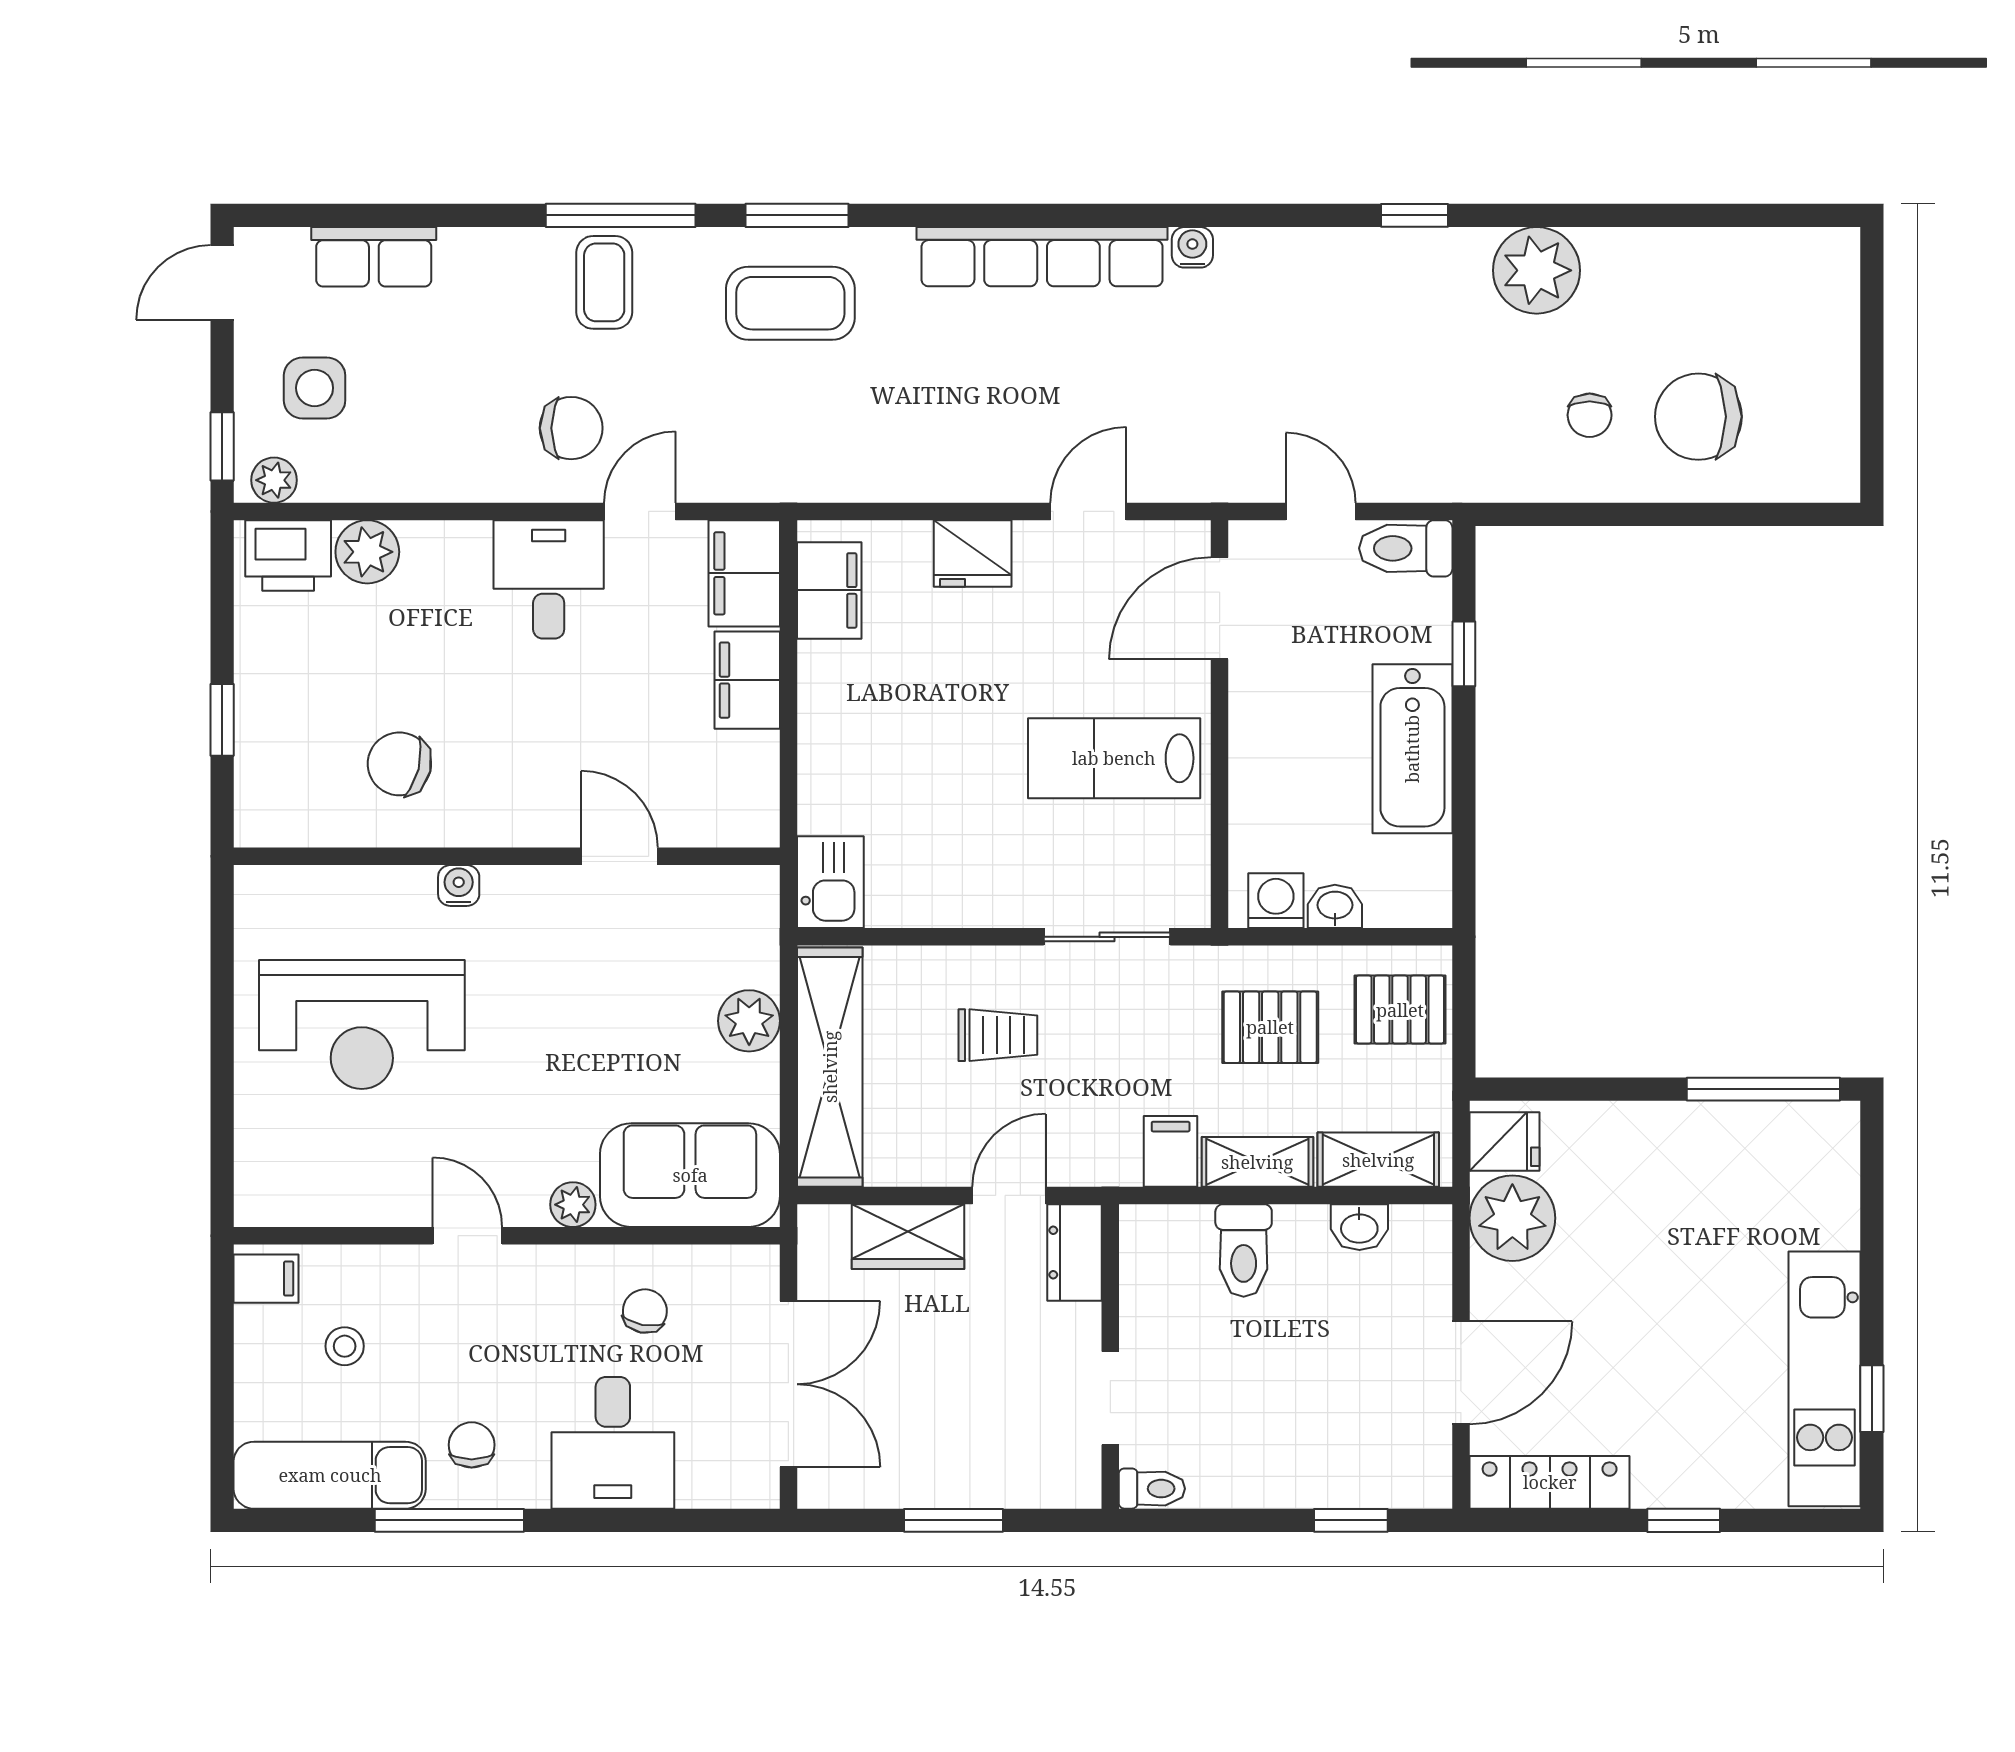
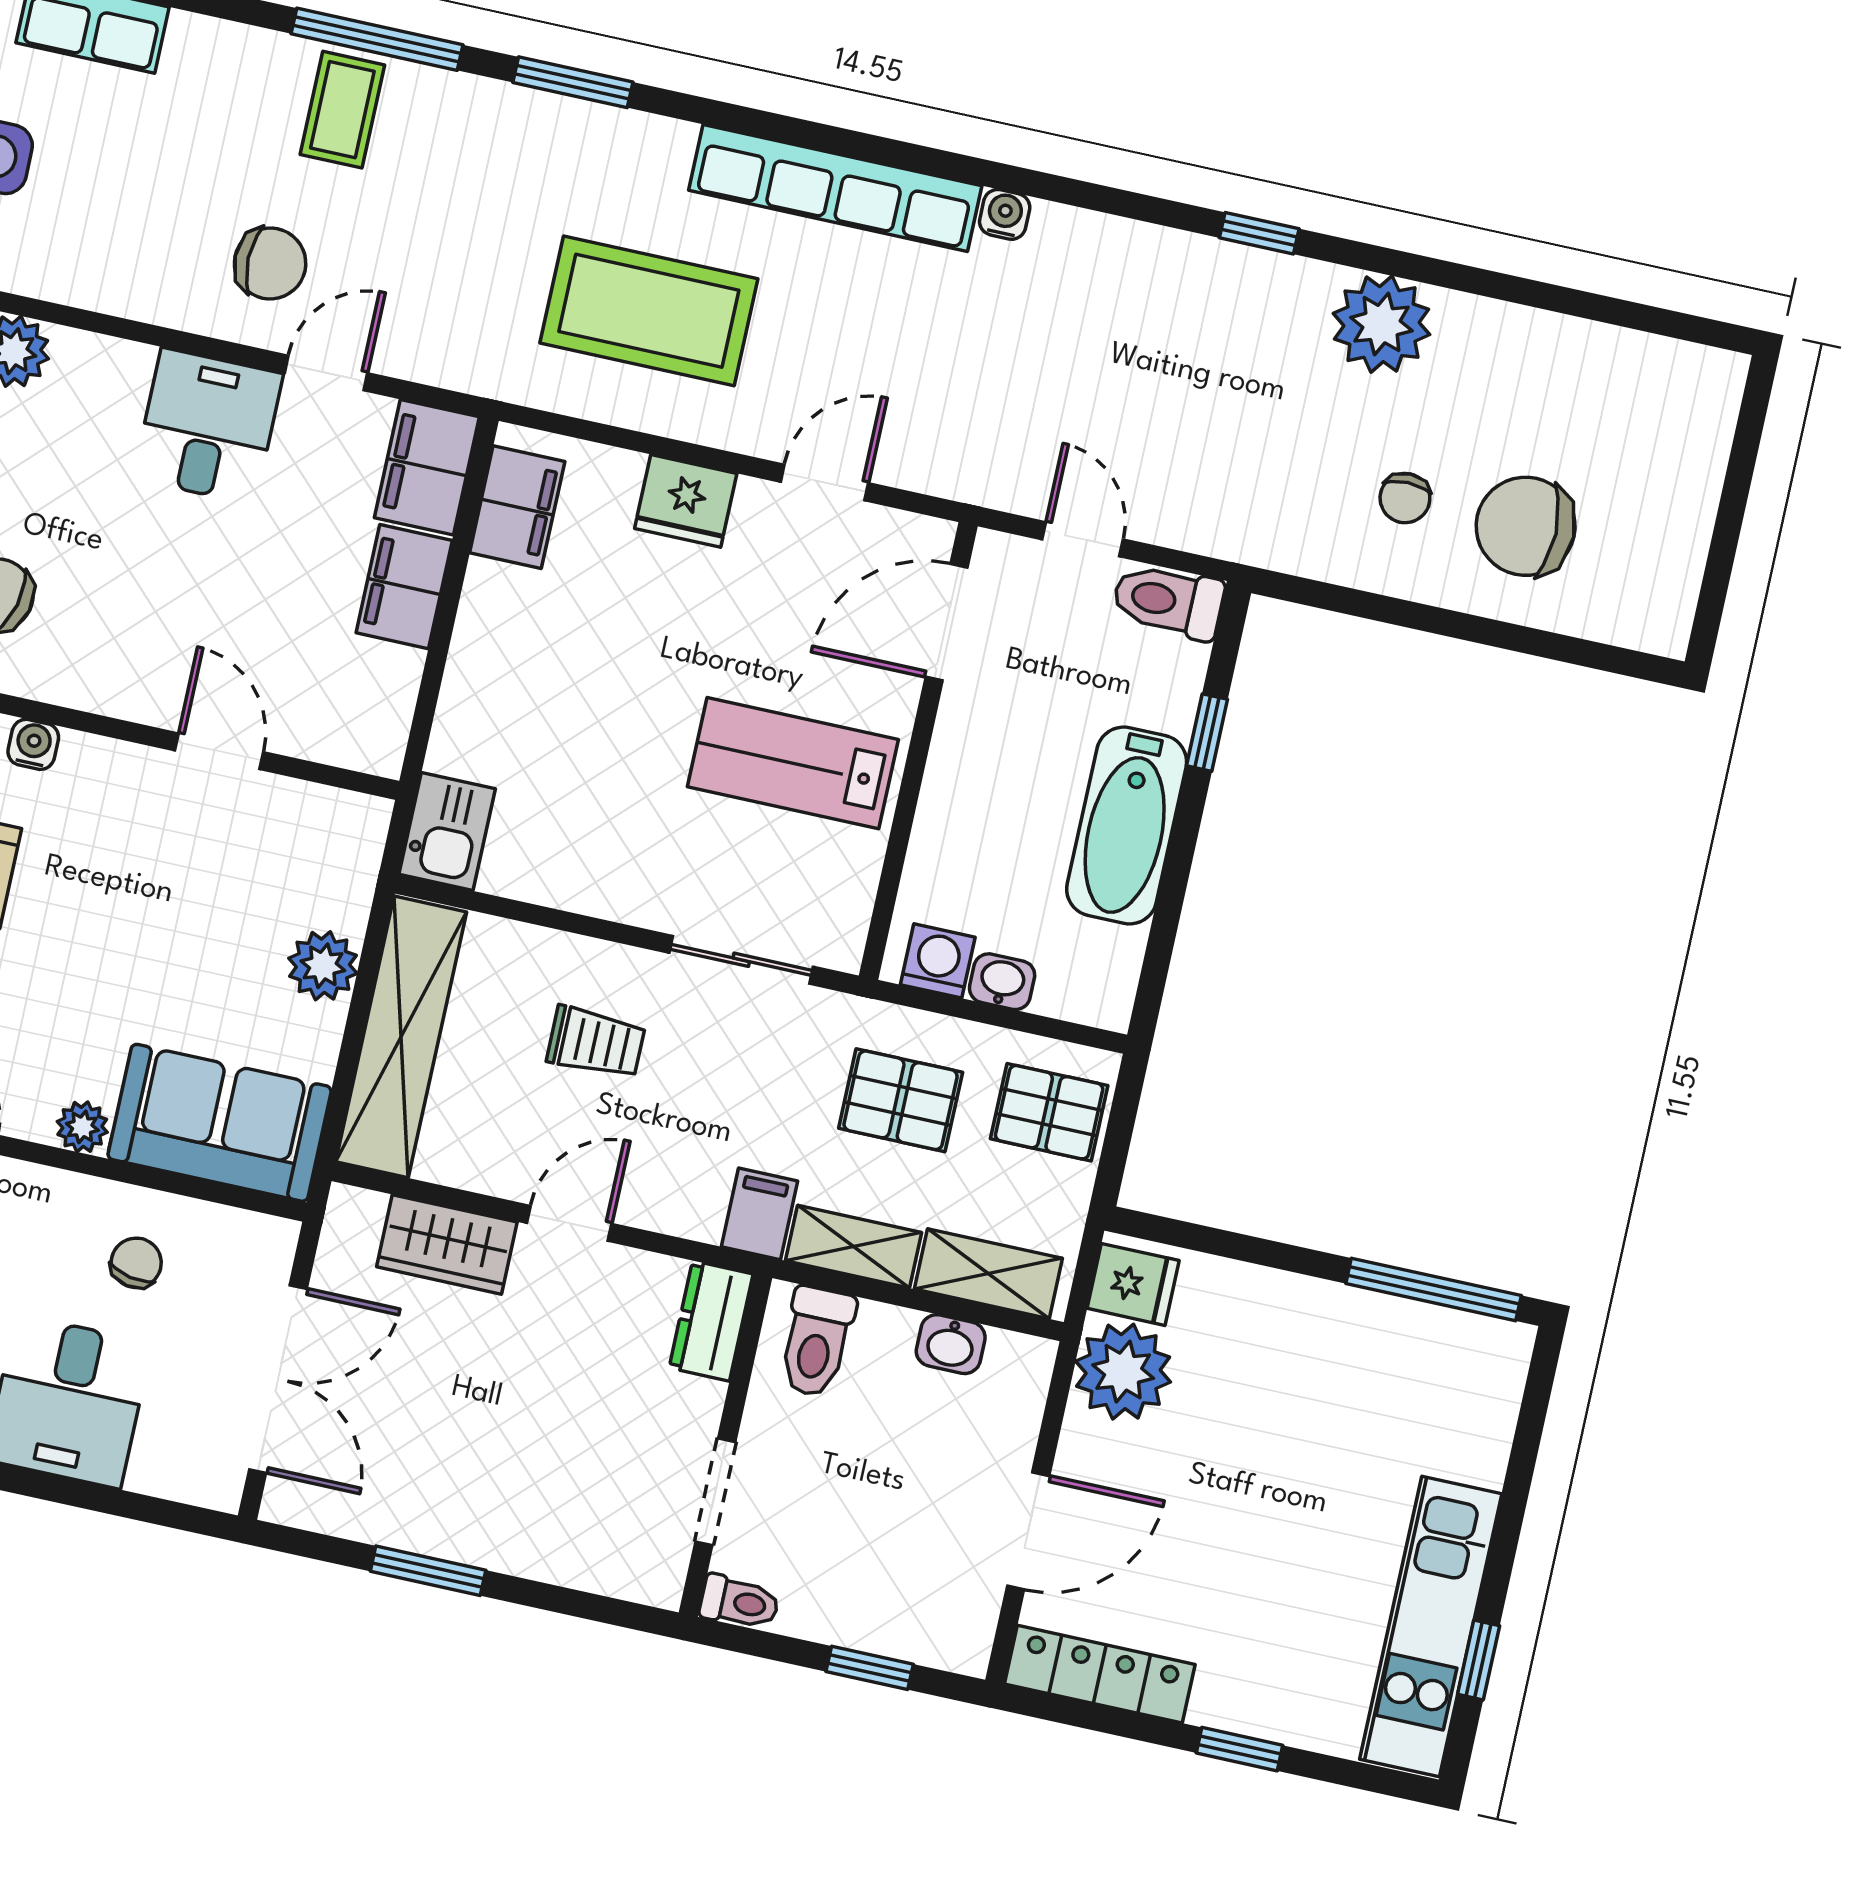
coffee table: (790, 303) -> (649, 311), moved, width x1.36, depth x1.32
dresser: (1074, 1252) -> (711, 1321), moved
wall: (1110, 1356) -> (725, 1445), moved
doorway: (1110, 1398) -> (715, 1492), moved
toilet: (1152, 1489) -> (739, 1602), moved

